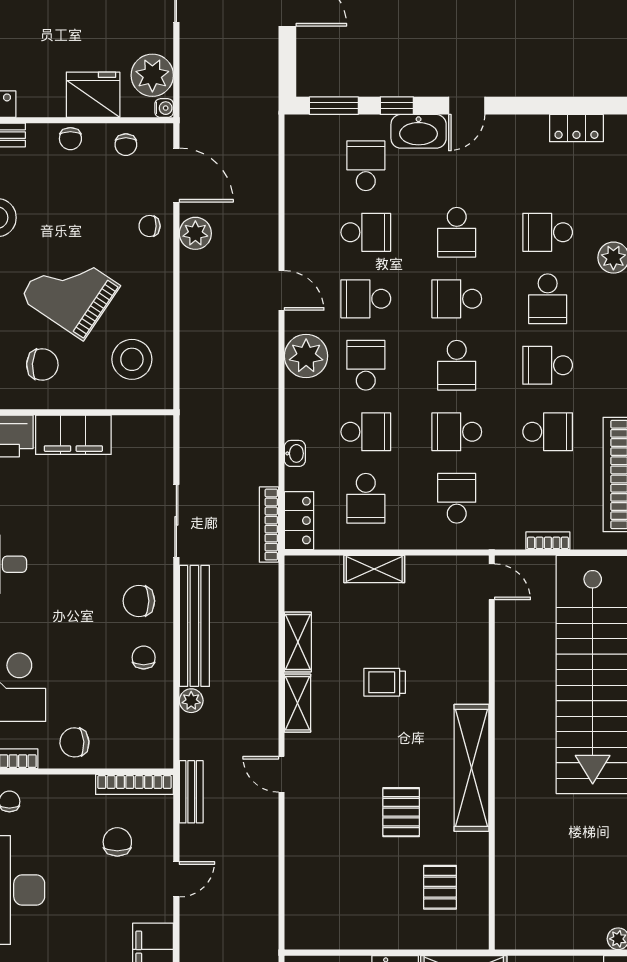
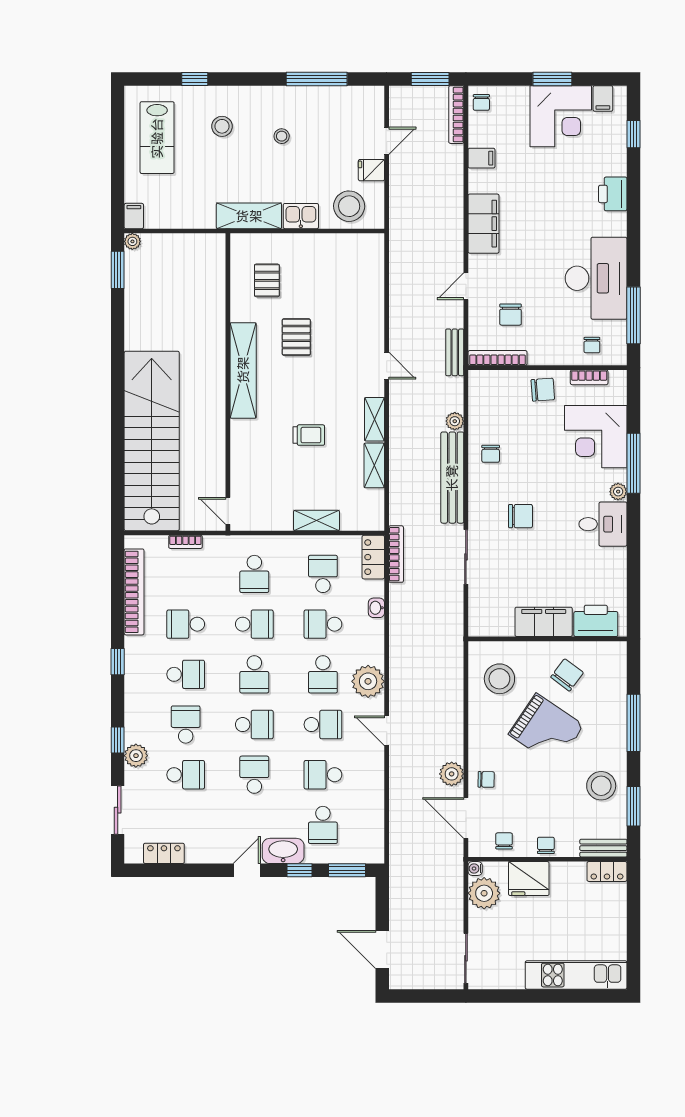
chair: (42, 365) -> (567, 675), turned 124
school desk: (457, 365) -> (254, 674), turned 180
chair: (139, 601) -> (520, 516), moved

